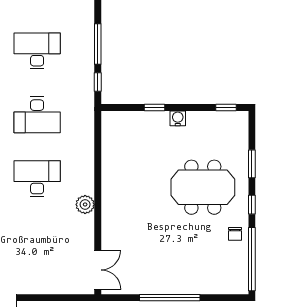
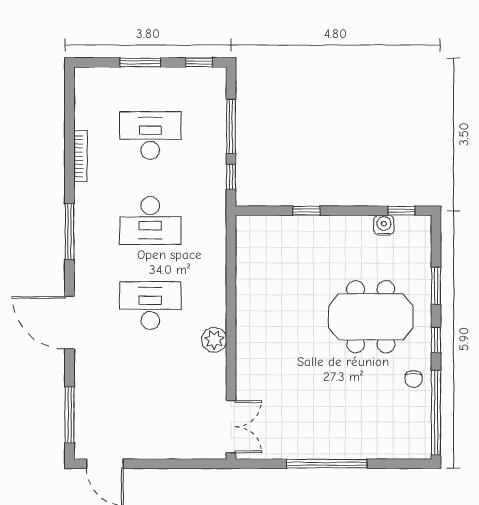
water cooler: (178, 118) -> (384, 225), moved

